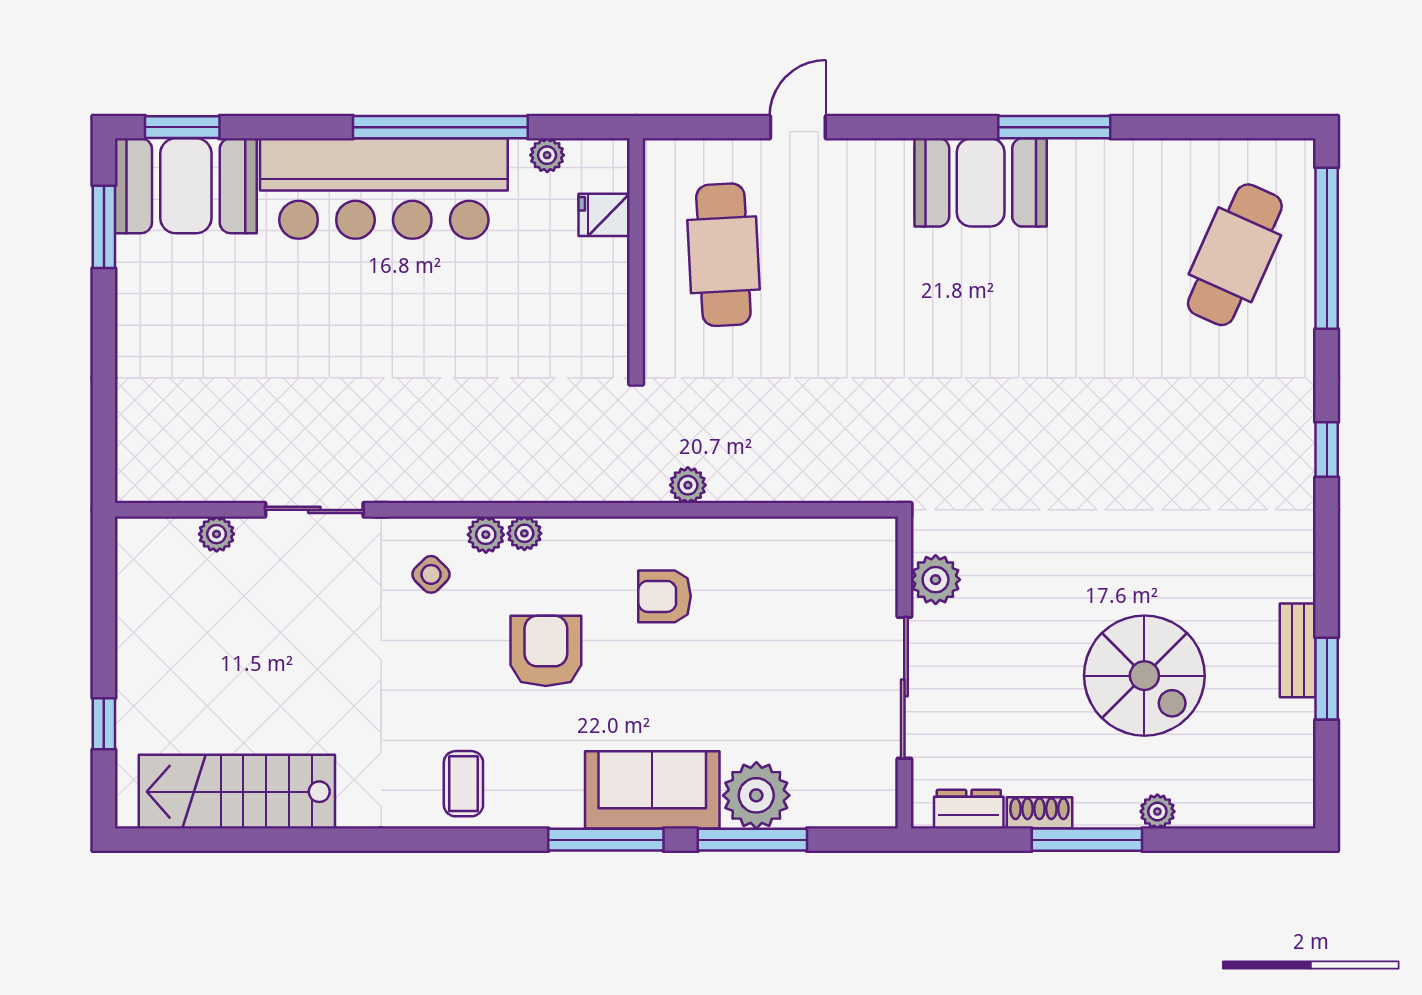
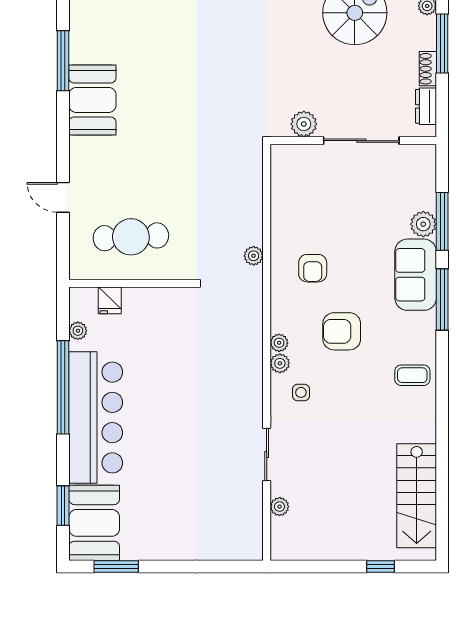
window: (182, 127) -> (63, 506), moved
side table: (431, 574) -> (301, 392), turned 45
plant: (756, 795) -> (423, 224), width x0.73, depth x0.73

